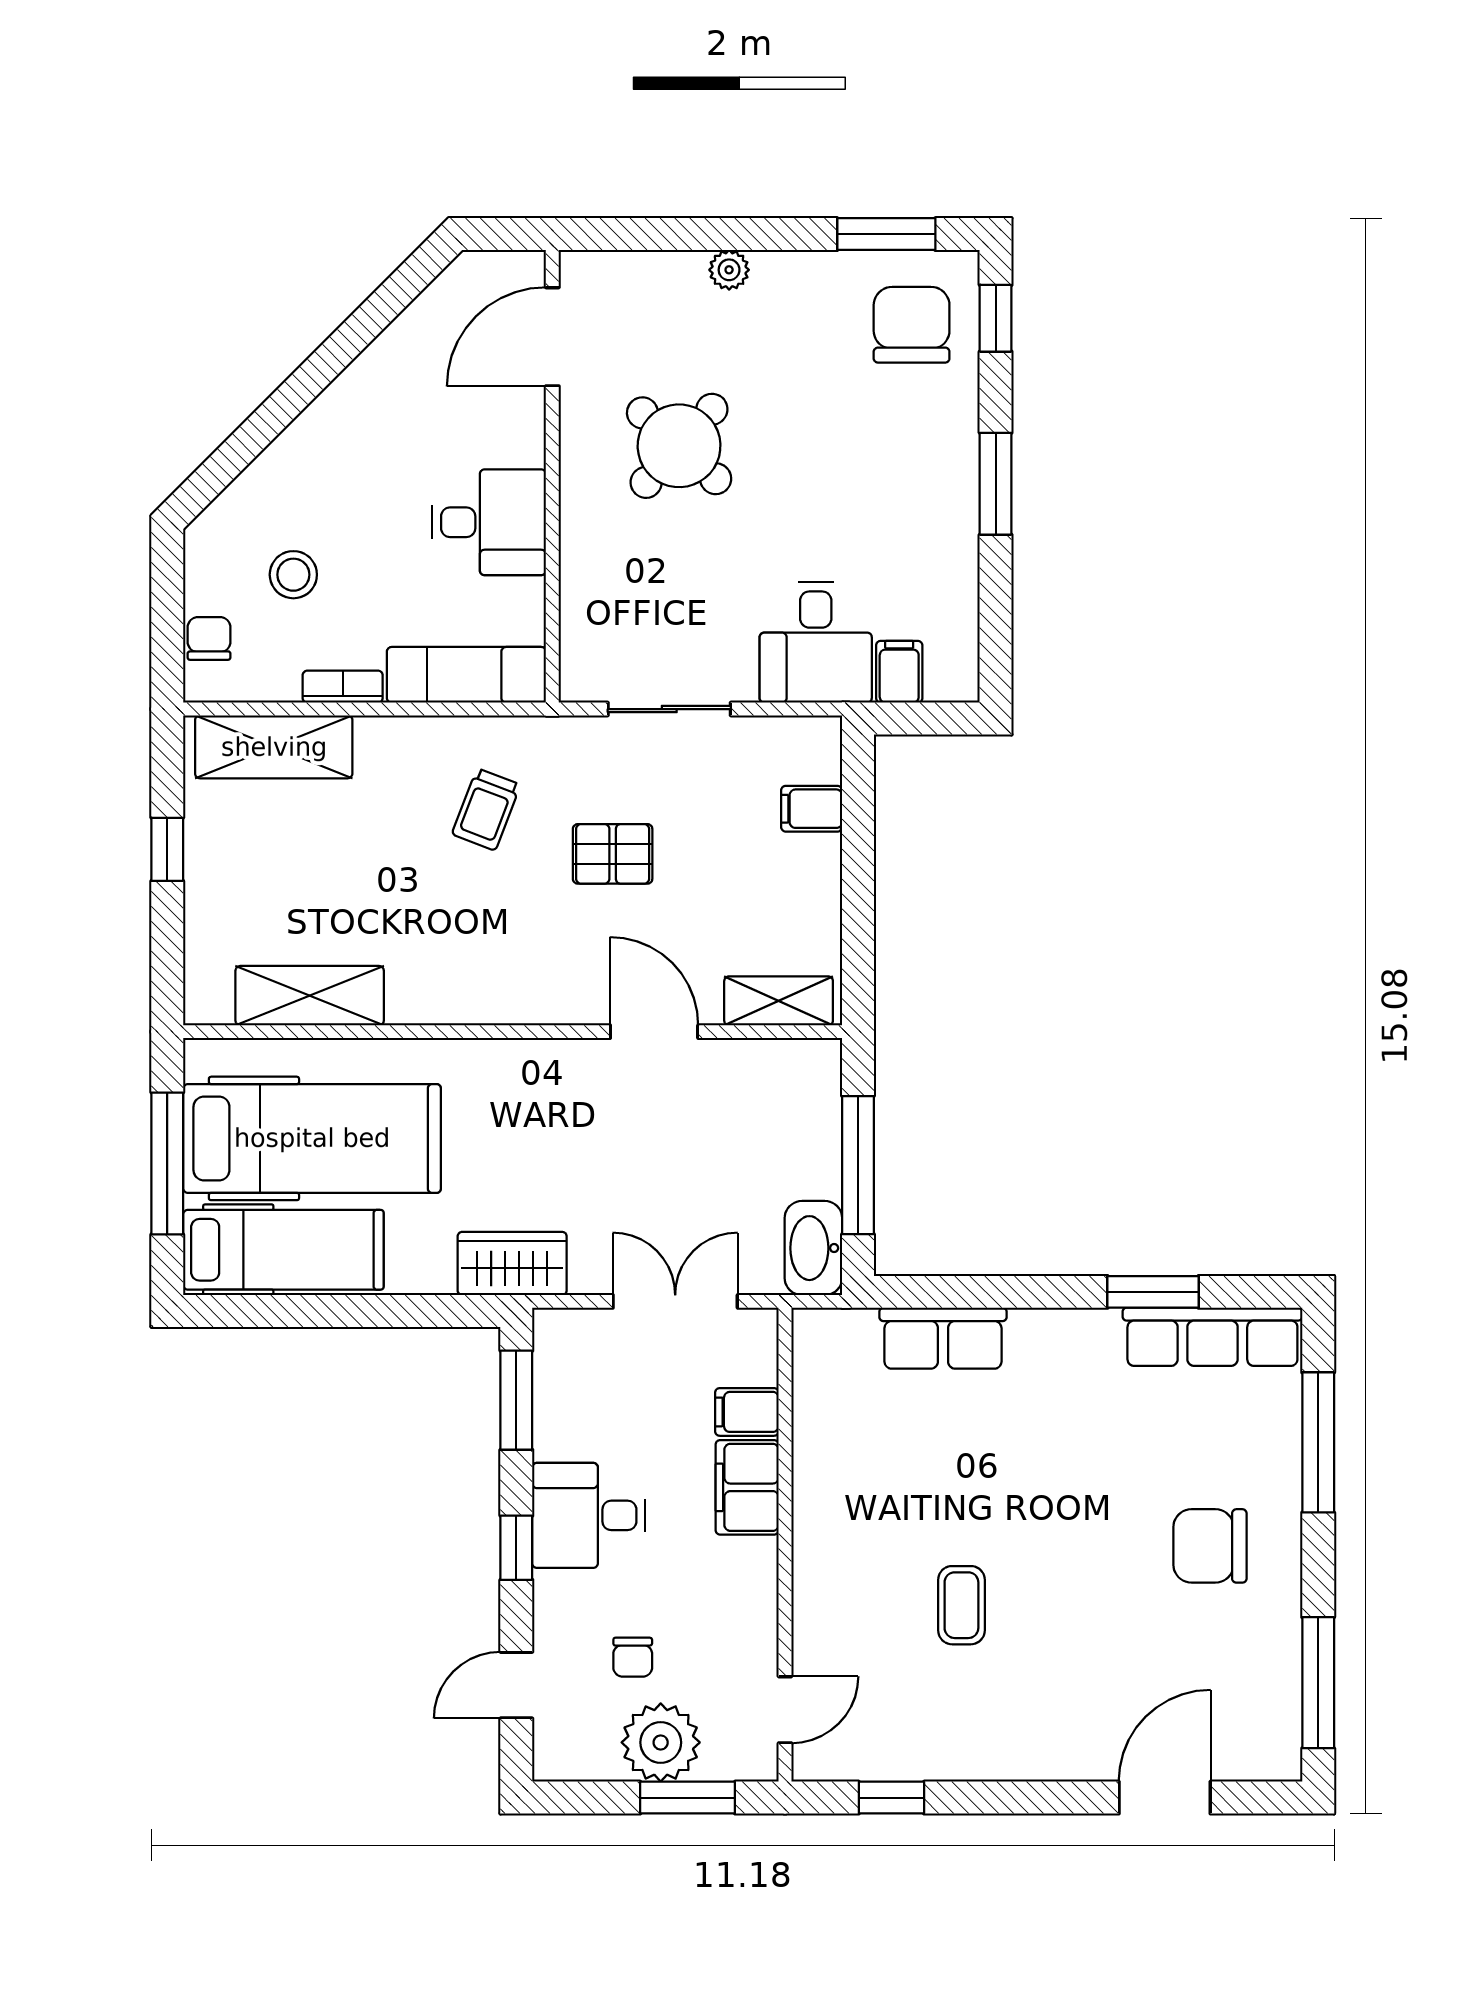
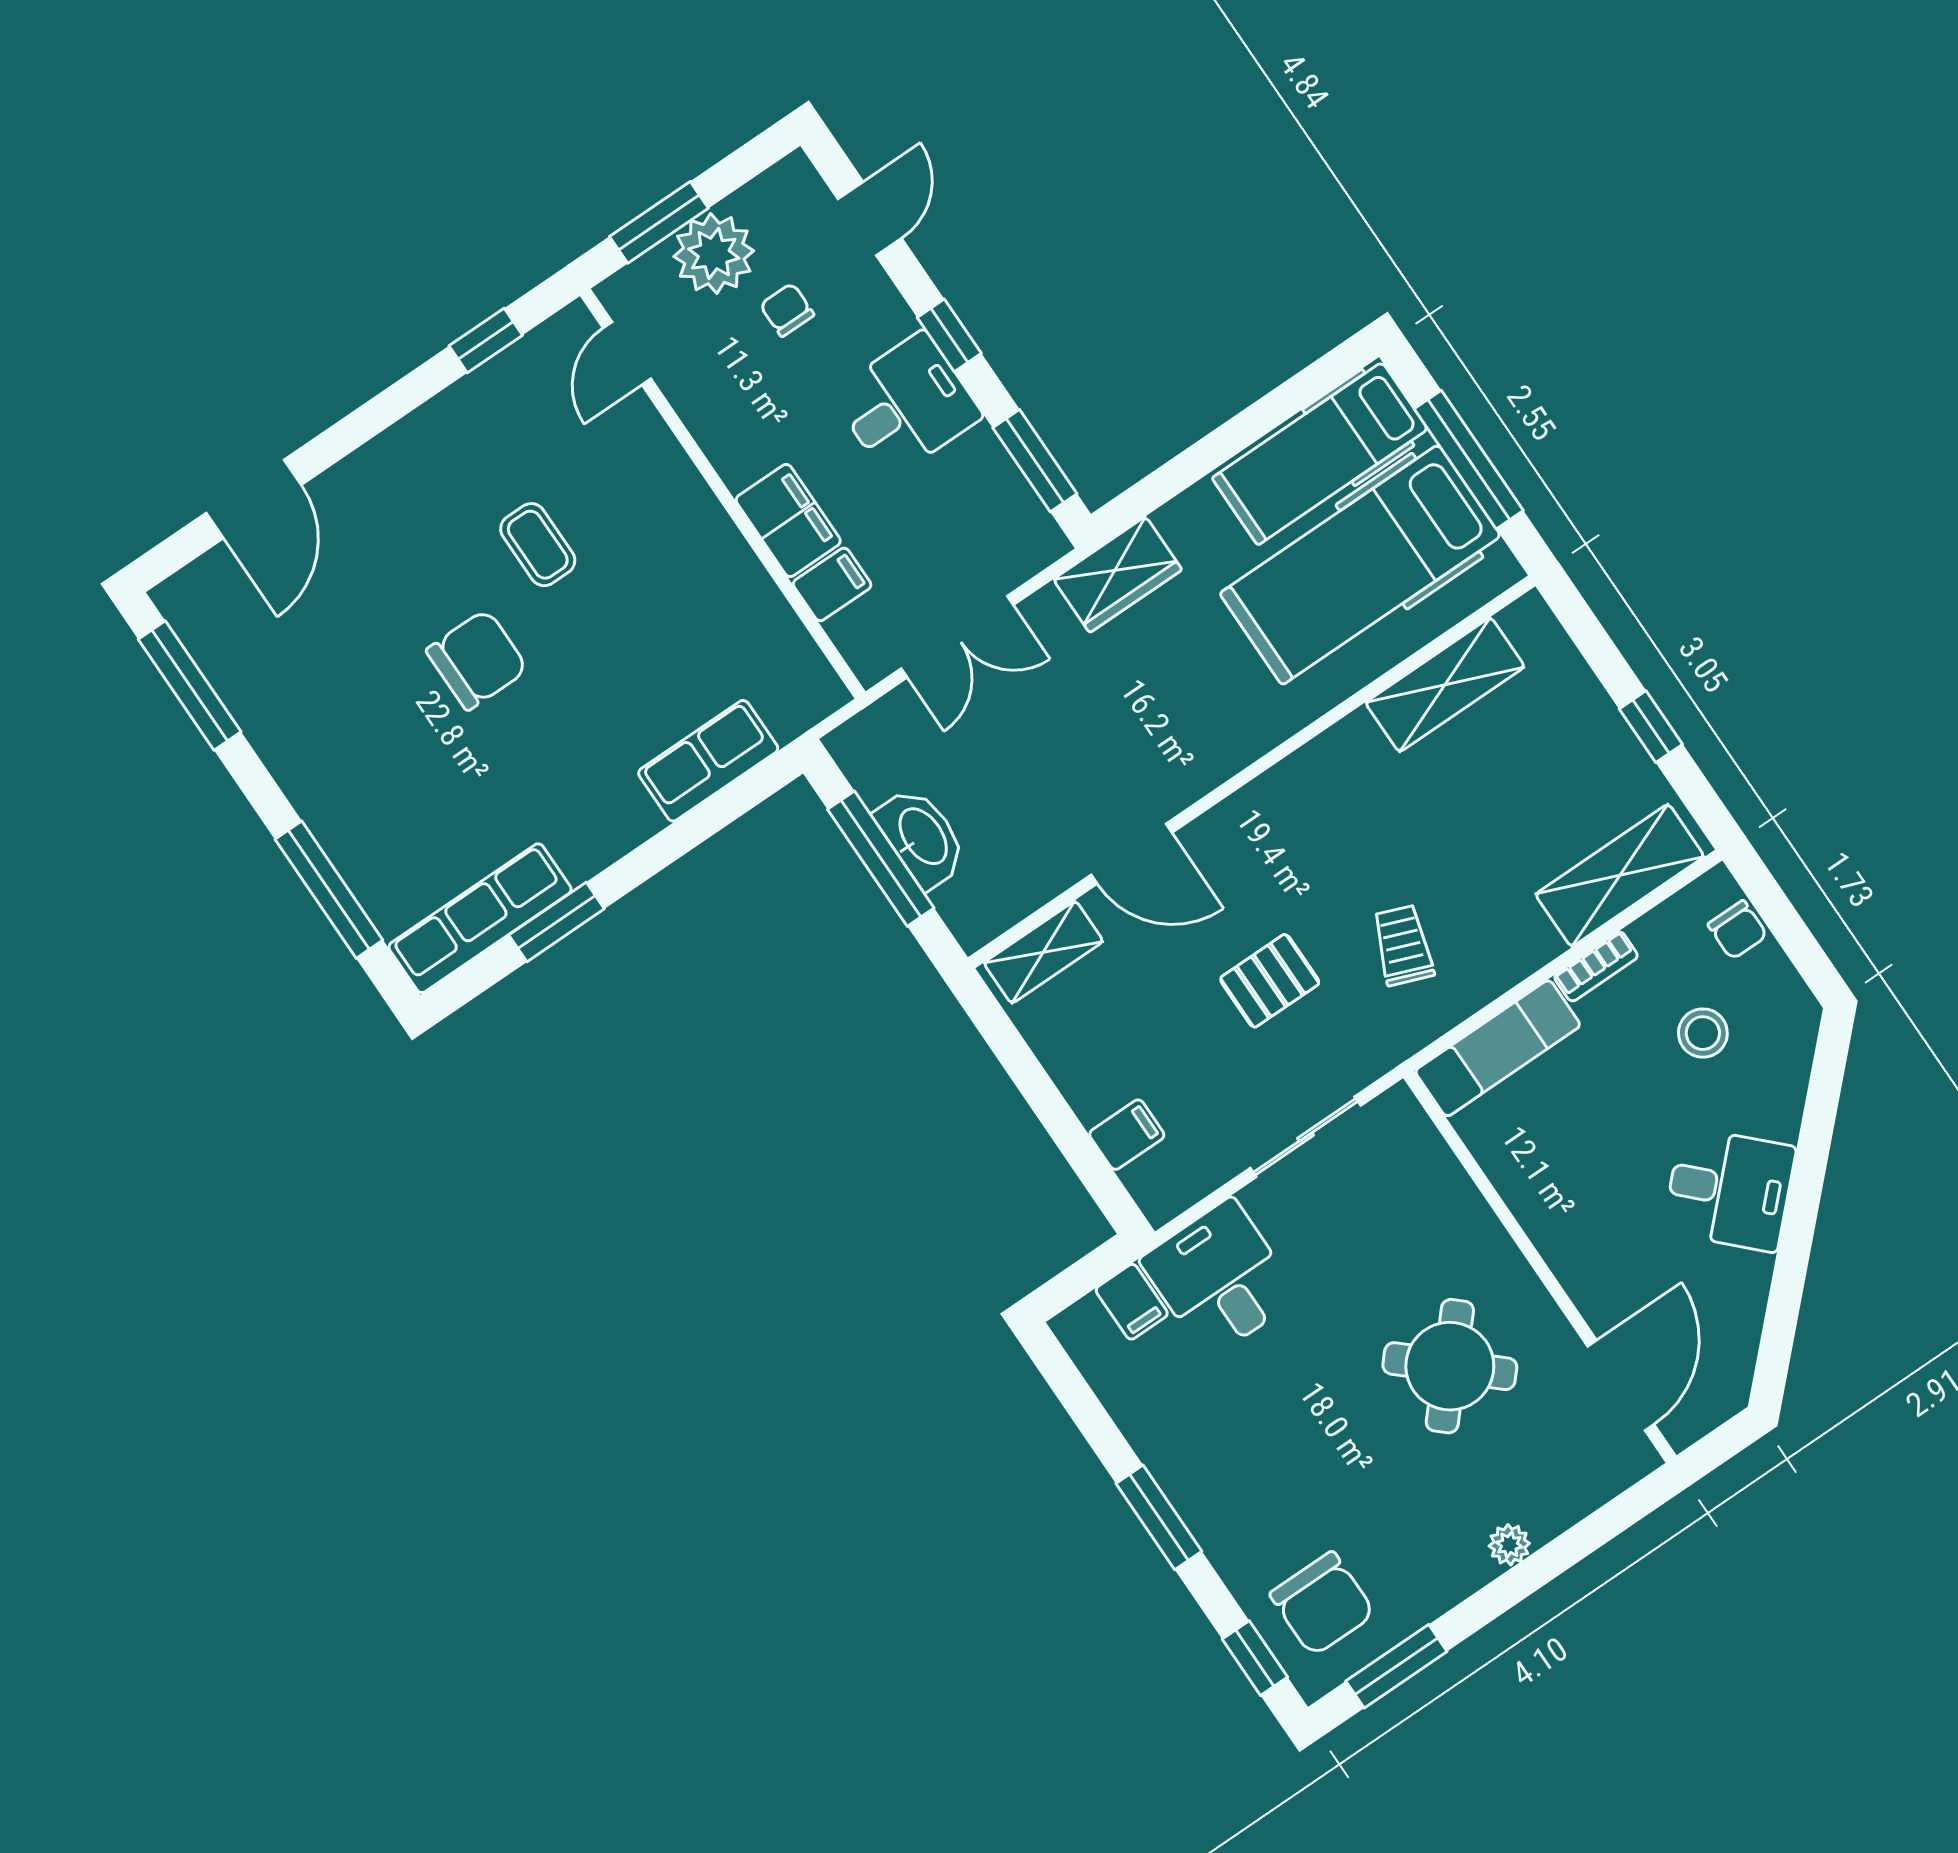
desk: (489, 522) -> (1729, 1189), moved, turned -135
washbasin: (813, 1248) -> (922, 837), moved
chair: (1210, 1546) -> (477, 660), moved

